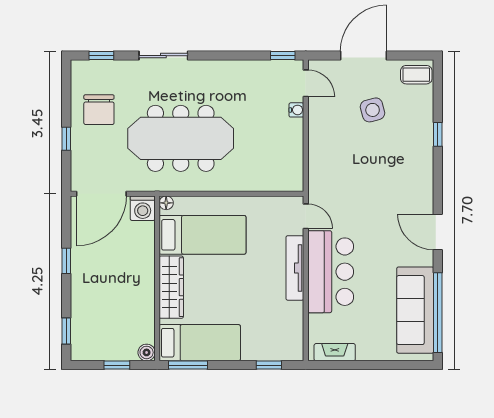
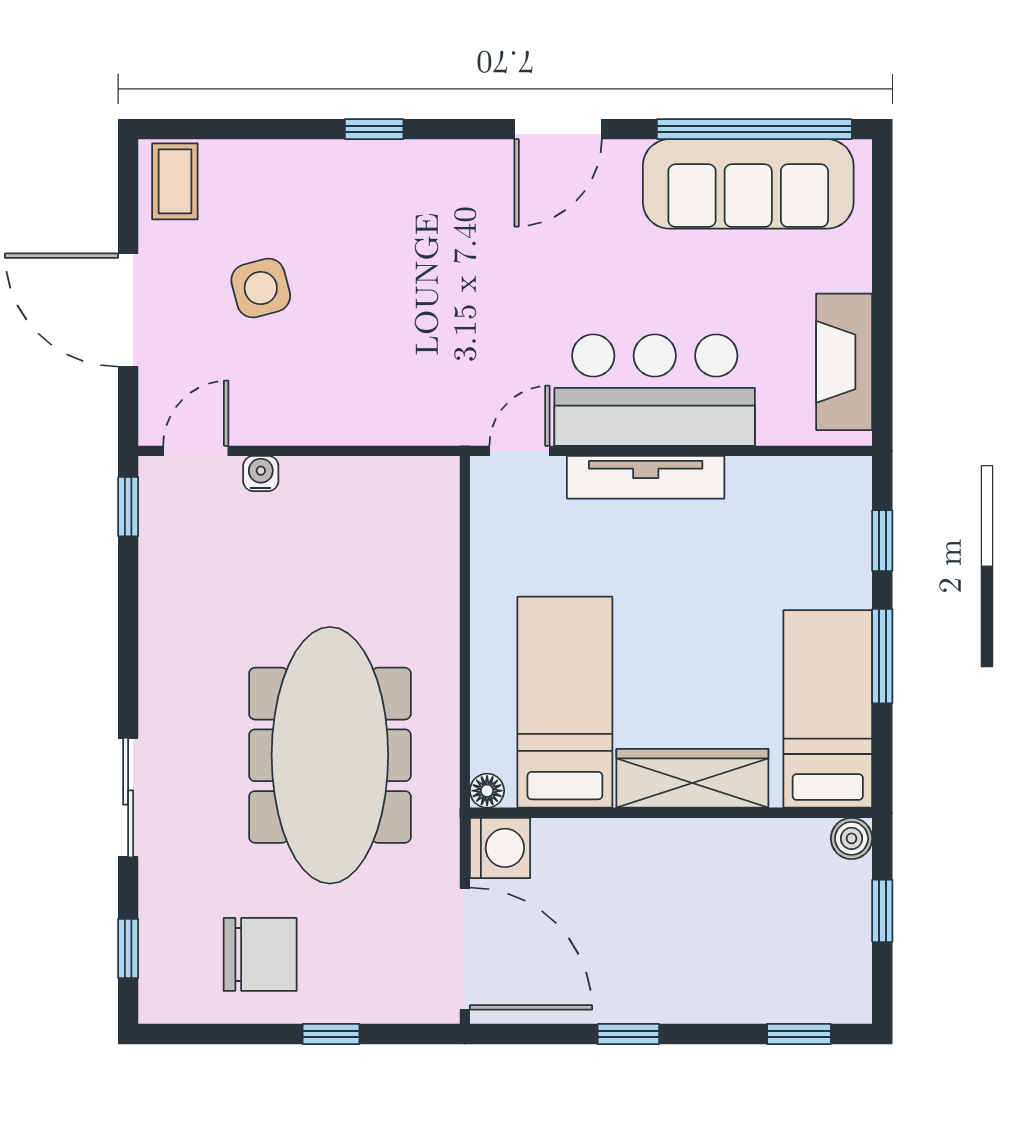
window: (438, 134) -> (374, 129), moved
fireplace: (335, 352) -> (844, 362), width x1.37, depth x1.32
window: (188, 365) -> (882, 656), moved

